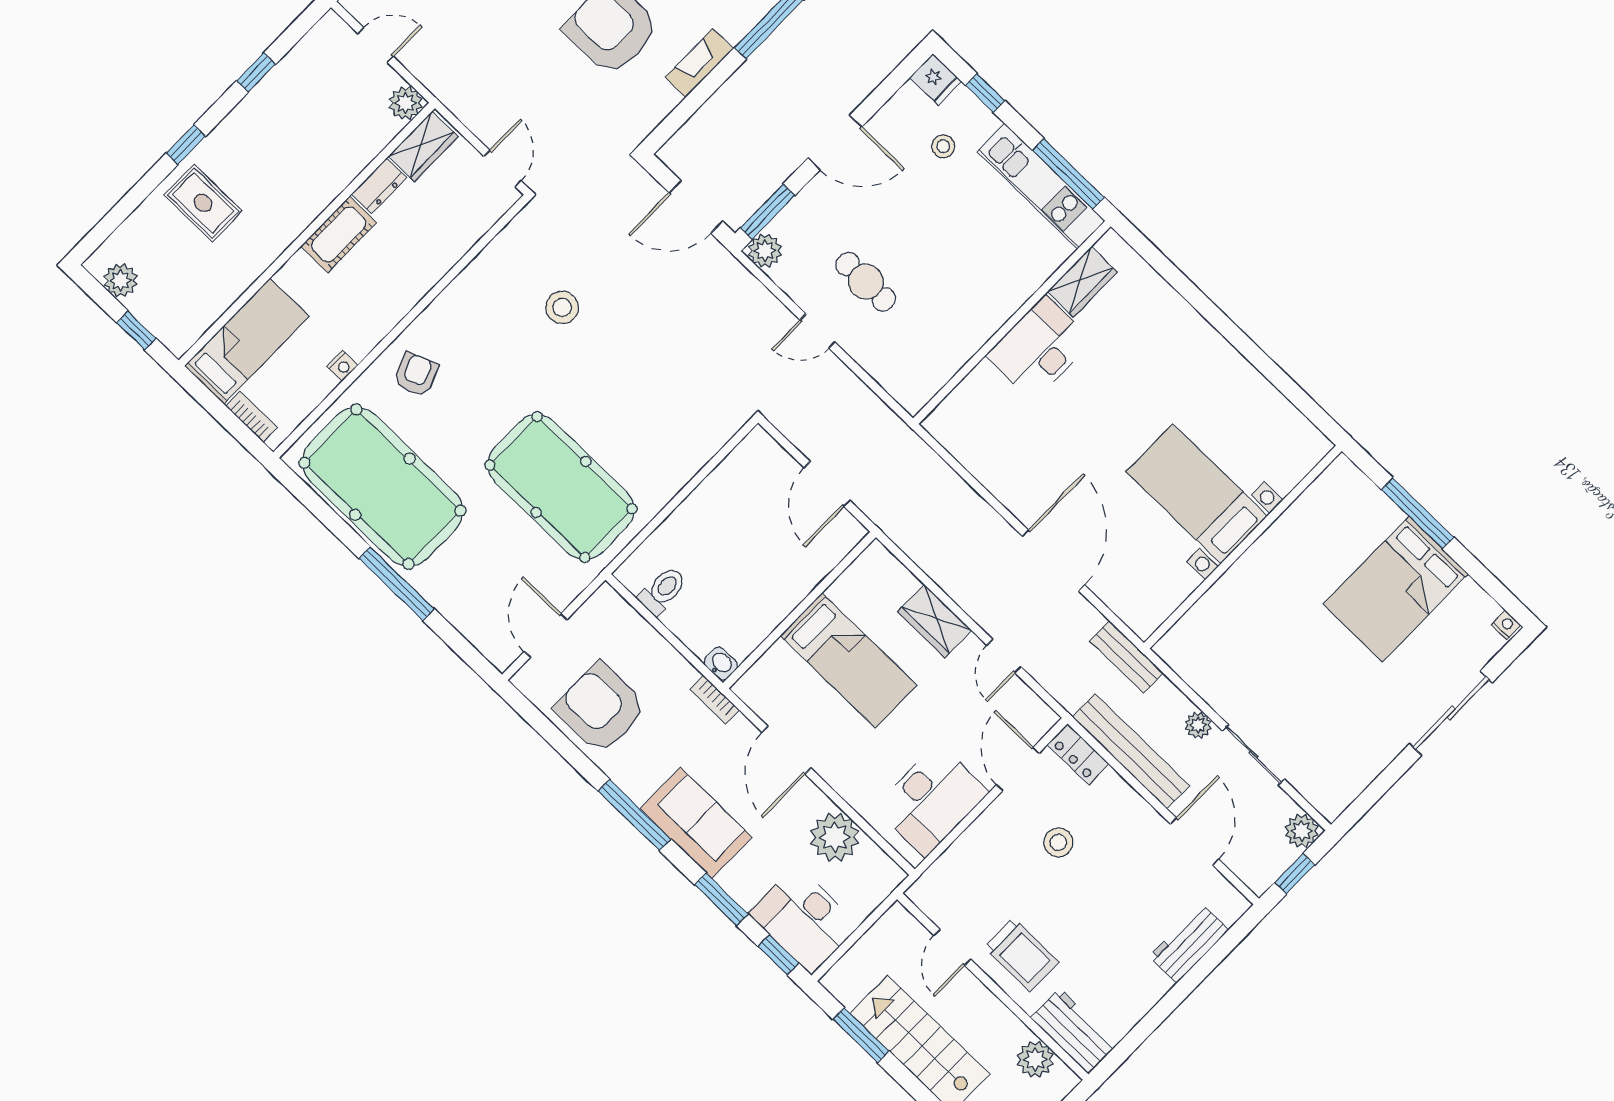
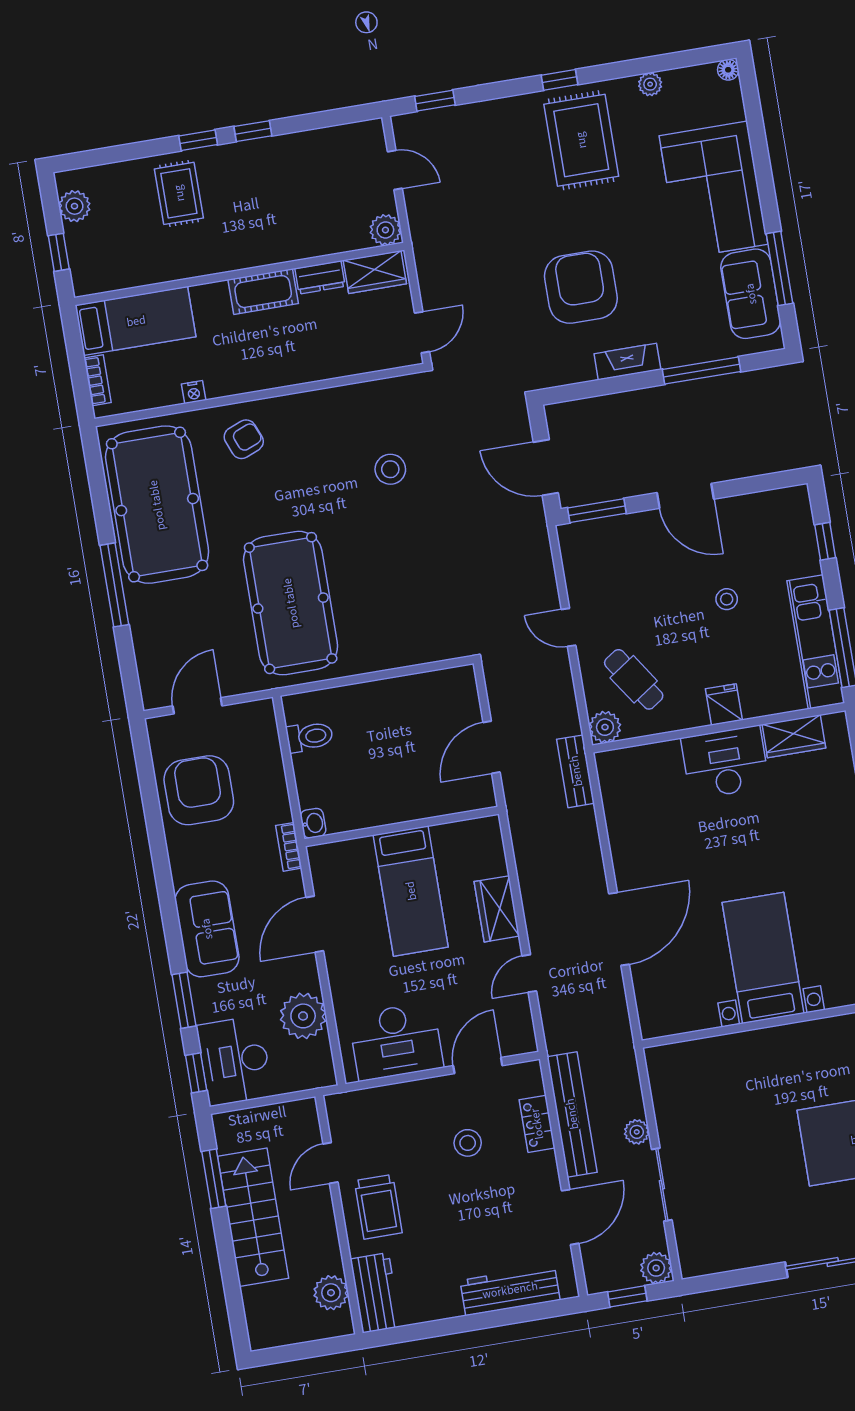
window: (256, 72) -> (253, 131), moved
fridge: (936, 79) -> (724, 704), moved, turned 180
stool: (943, 146) -> (727, 599), moved
plant: (765, 251) -> (605, 727), moved
cafe table: (866, 282) -> (634, 679), moved, turned -34
bench: (1126, 657) -> (576, 771), moved
locker: (1078, 754) -> (537, 1124), moved
window: (635, 815) -> (165, 889), removed
workbench: (1189, 943) -> (510, 1290), width x1.37

